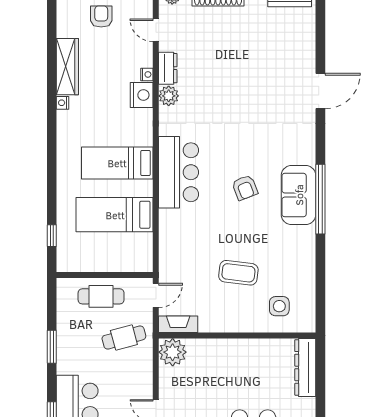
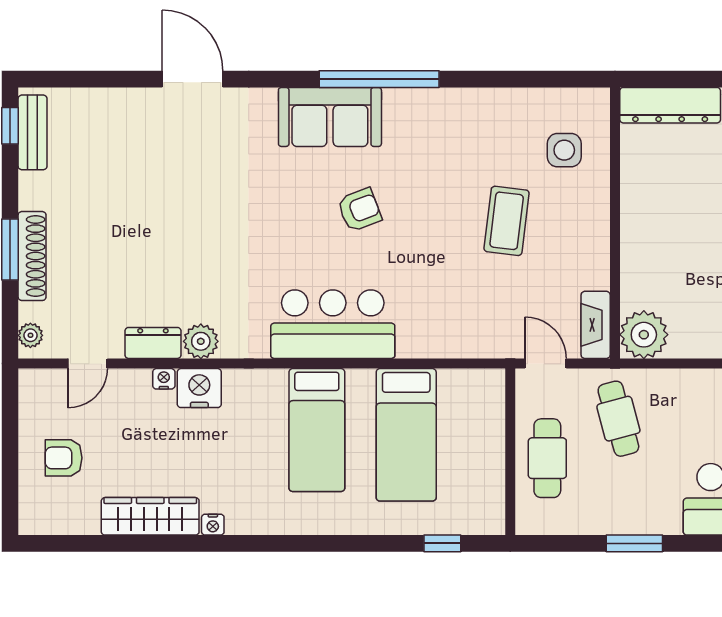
sofa: (299, 195) -> (330, 117), moved

